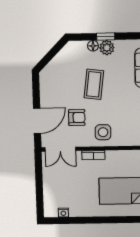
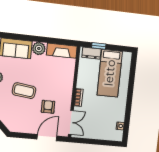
door: (37, 121) -> (47, 138), hinge flipped
side table: (103, 132) -> (62, 88), removed

